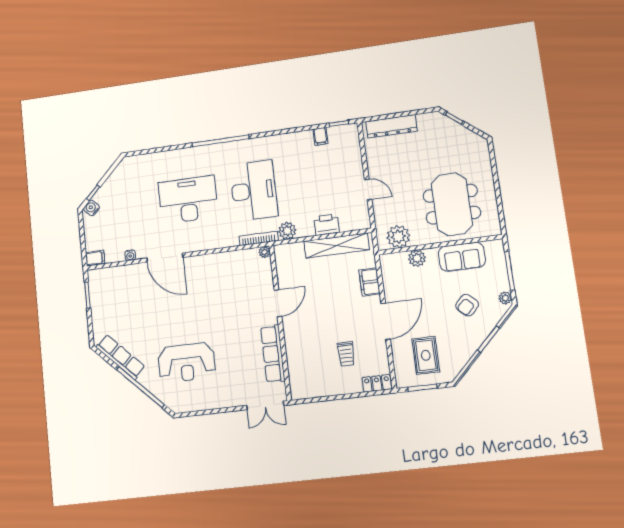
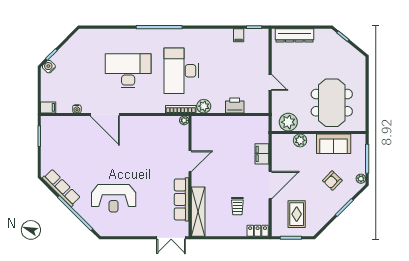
desk: (254, 191) -> (181, 71), turned 180
shelving: (337, 245) -> (198, 212), moved, turned 90

